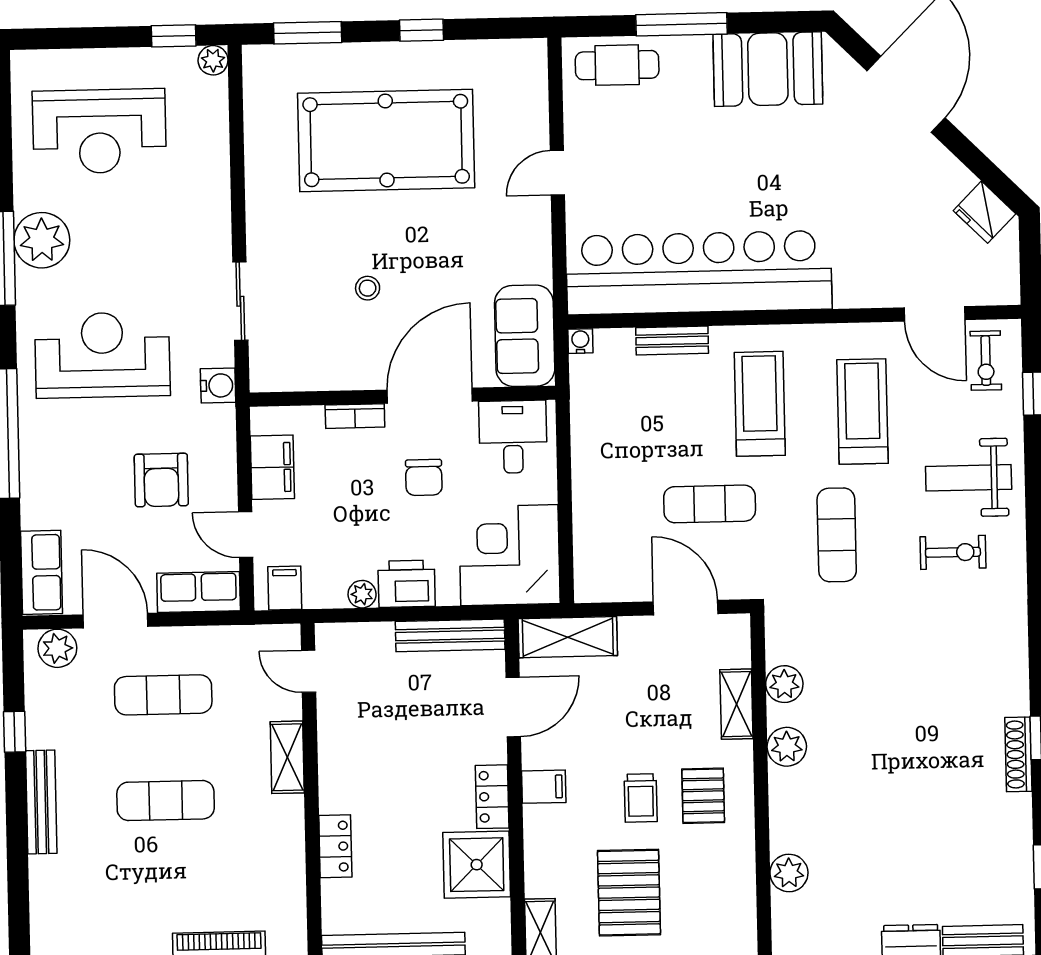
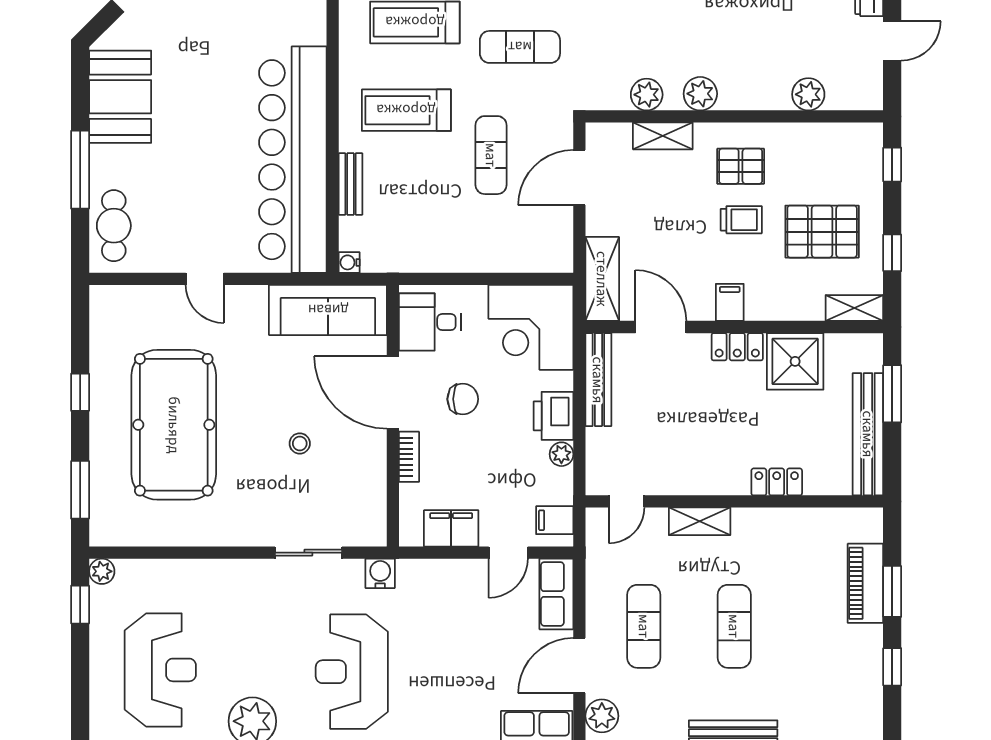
sofa: (525, 336) -> (328, 310), width x1.36
armchair: (161, 480) -> (460, 624), removed

